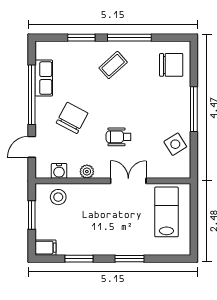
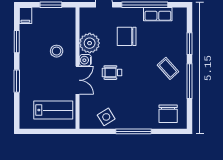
chair: (72, 118) -> (127, 36), turned 152
wheelchair: (118, 137) -> (112, 73), turned -90
water cooler: (59, 171) -> (85, 60), moved
plant: (87, 172) -> (90, 43), width x1.87, depth x1.87
stool: (58, 197) -> (57, 51), moved

